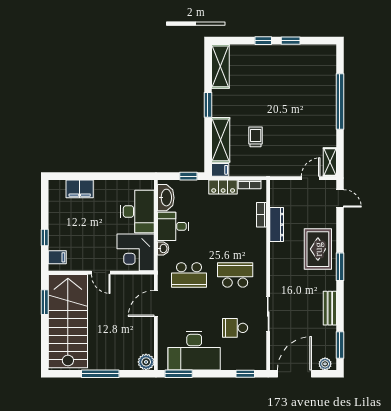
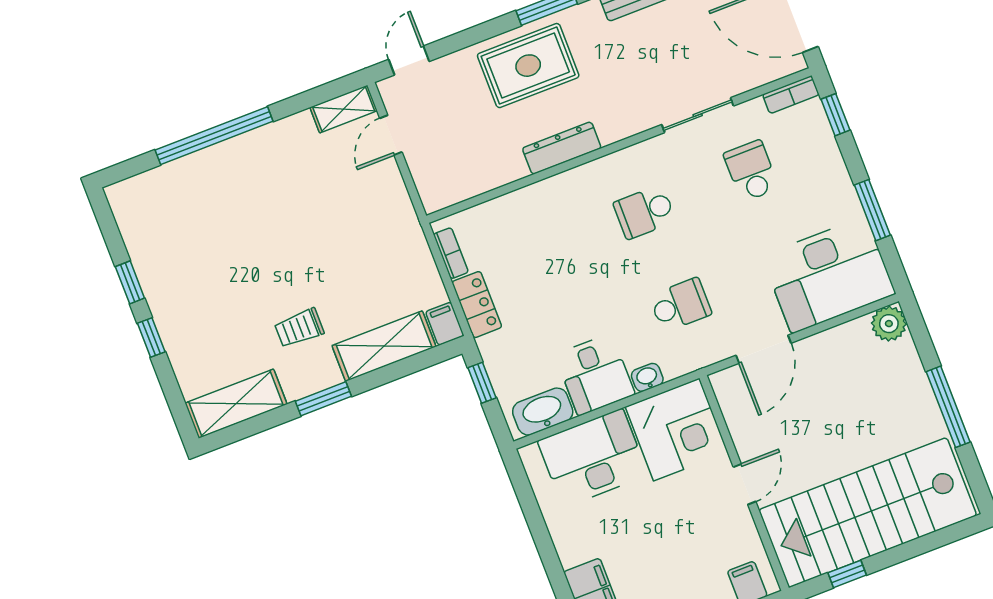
trolley: (256, 137) -> (299, 328), moved
door: (311, 178) -> (391, 135), hinge flipped
bookcase: (261, 215) -> (791, 95), moved
dresser: (277, 225) -> (562, 148), moved
school desk: (189, 275) -> (680, 305), width x0.54
school desk: (235, 275) -> (645, 212), width x0.54
window: (45, 302) -> (847, 574), width x0.67
door: (156, 303) -> (763, 349), hinge flipped
school desk: (235, 328) -> (751, 171), turned 180
desk: (194, 351) -> (829, 275), moved, turned 90
window: (179, 374) -> (872, 210), moved

